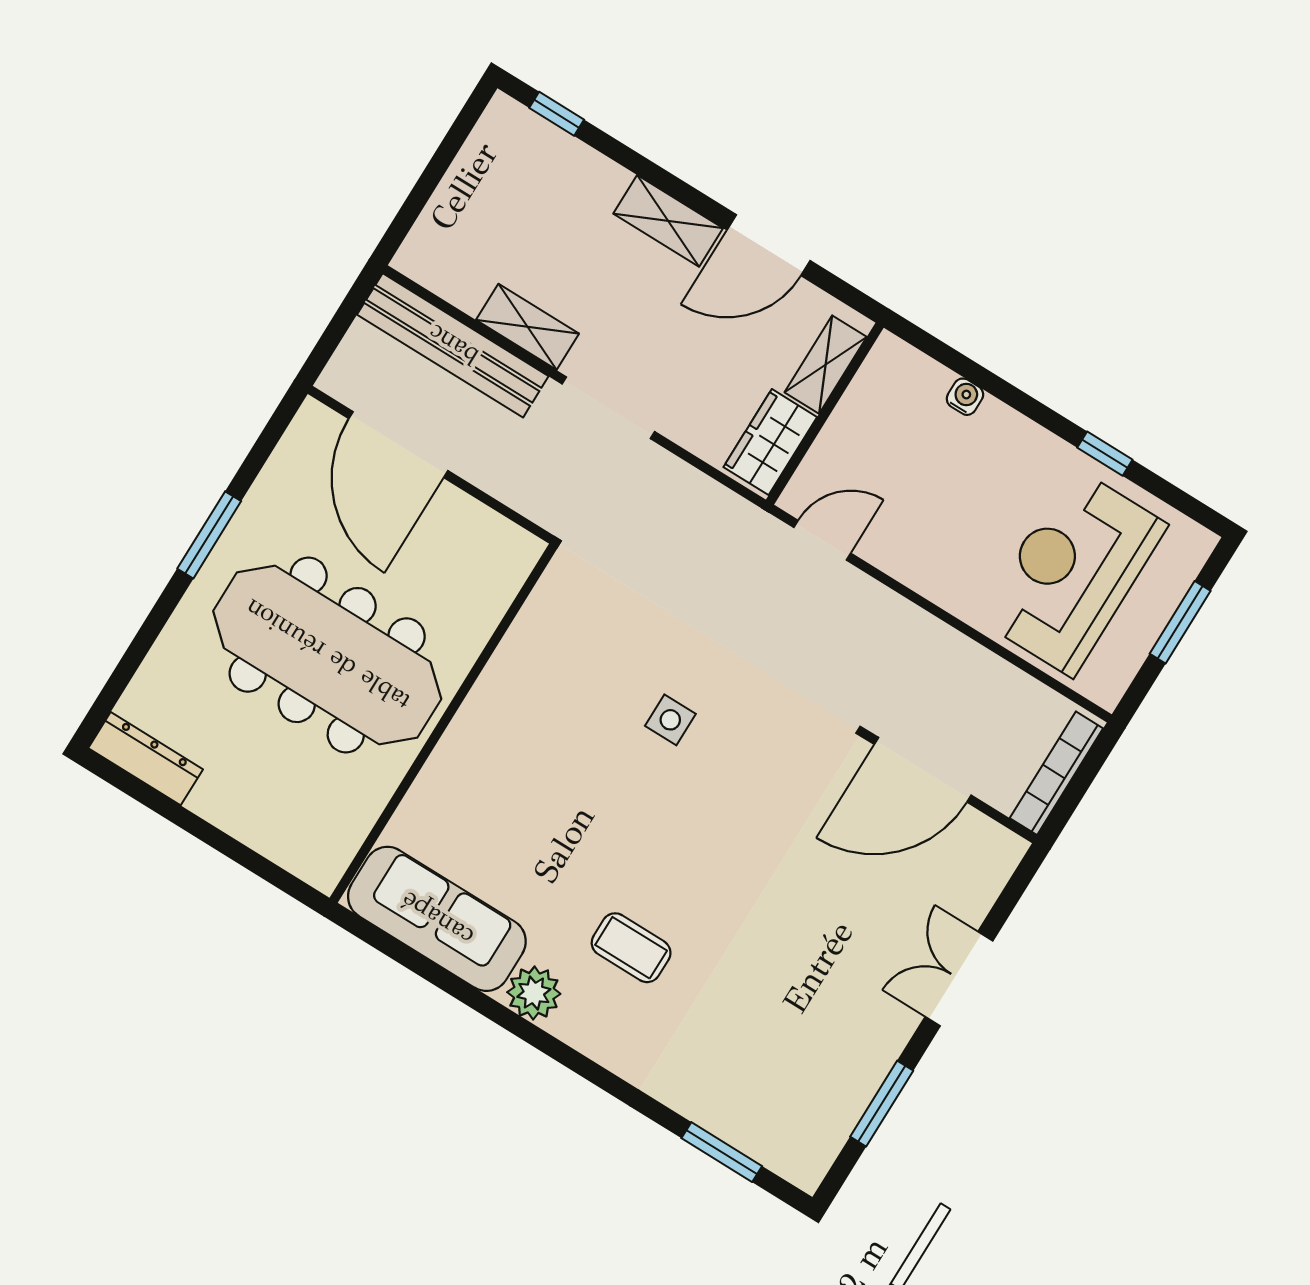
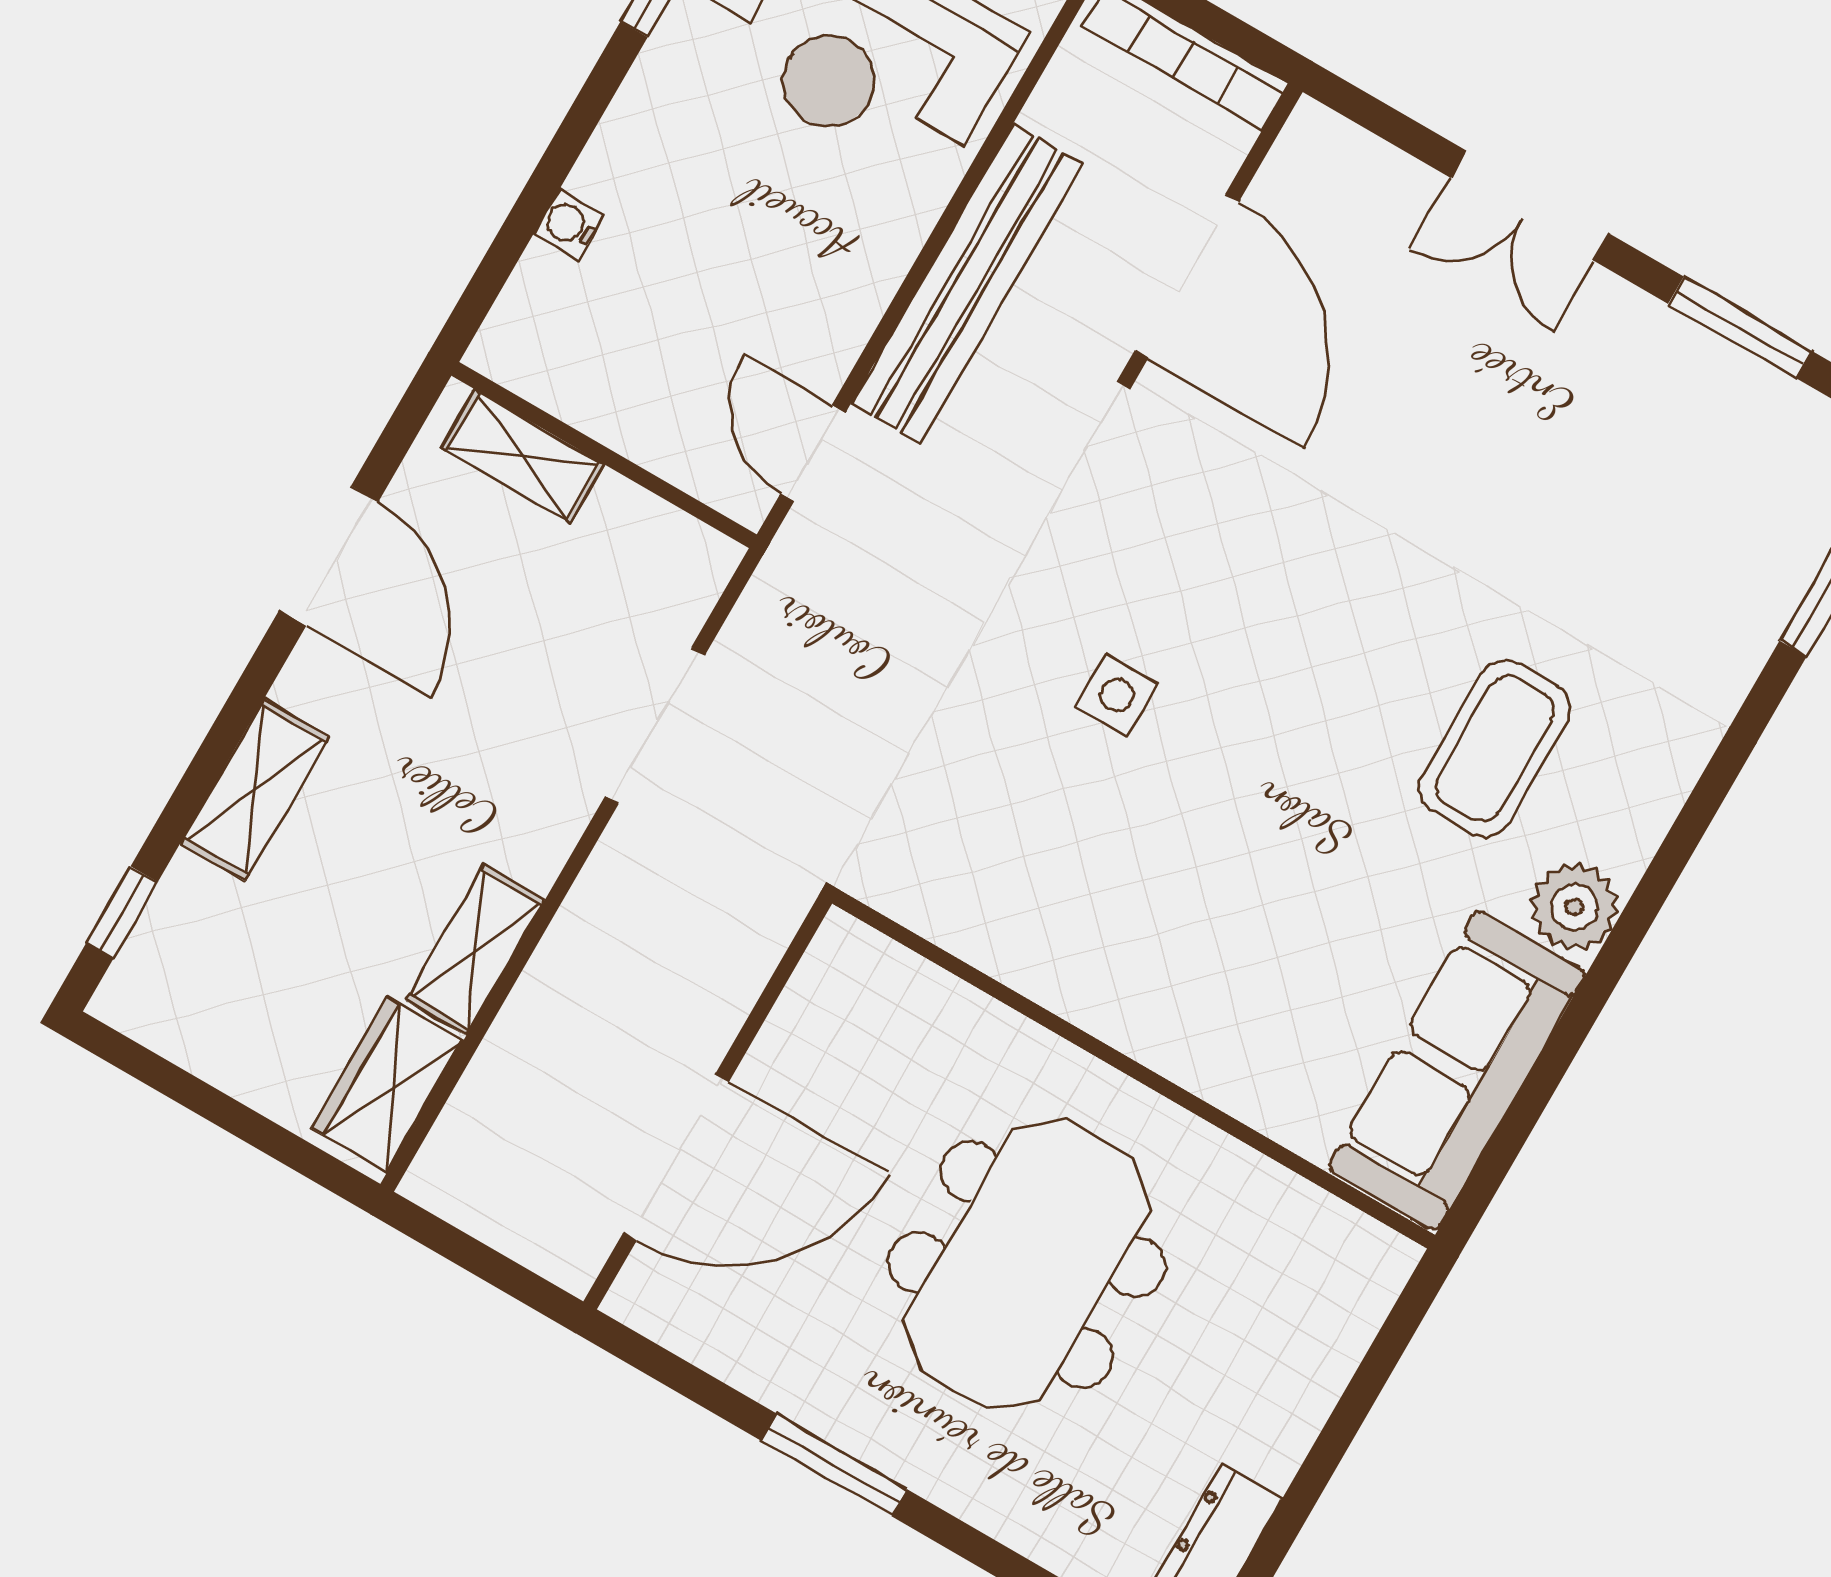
shelving: (668, 221) -> (255, 790), moved
bench: (453, 345) -> (967, 284), moved
doorway: (608, 408) -> (655, 726), moved
wardrobe: (770, 442) -> (387, 1084), moved, turned 90
meeting table: (327, 655) -> (1027, 1265), width x0.73
coffee table: (631, 948) -> (1495, 749), width x1.36, depth x1.30

